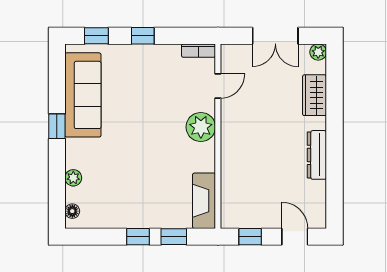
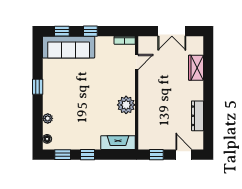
plant: (318, 52) -> (198, 41), removed
sofa: (83, 95) -> (69, 47), moved, turned 90
plant: (201, 127) -> (126, 105), moved
dresser: (317, 155) -> (197, 116), moved
fireplace: (204, 201) -> (118, 143), moved, turned 90
window: (174, 237) -> (63, 155), moved

